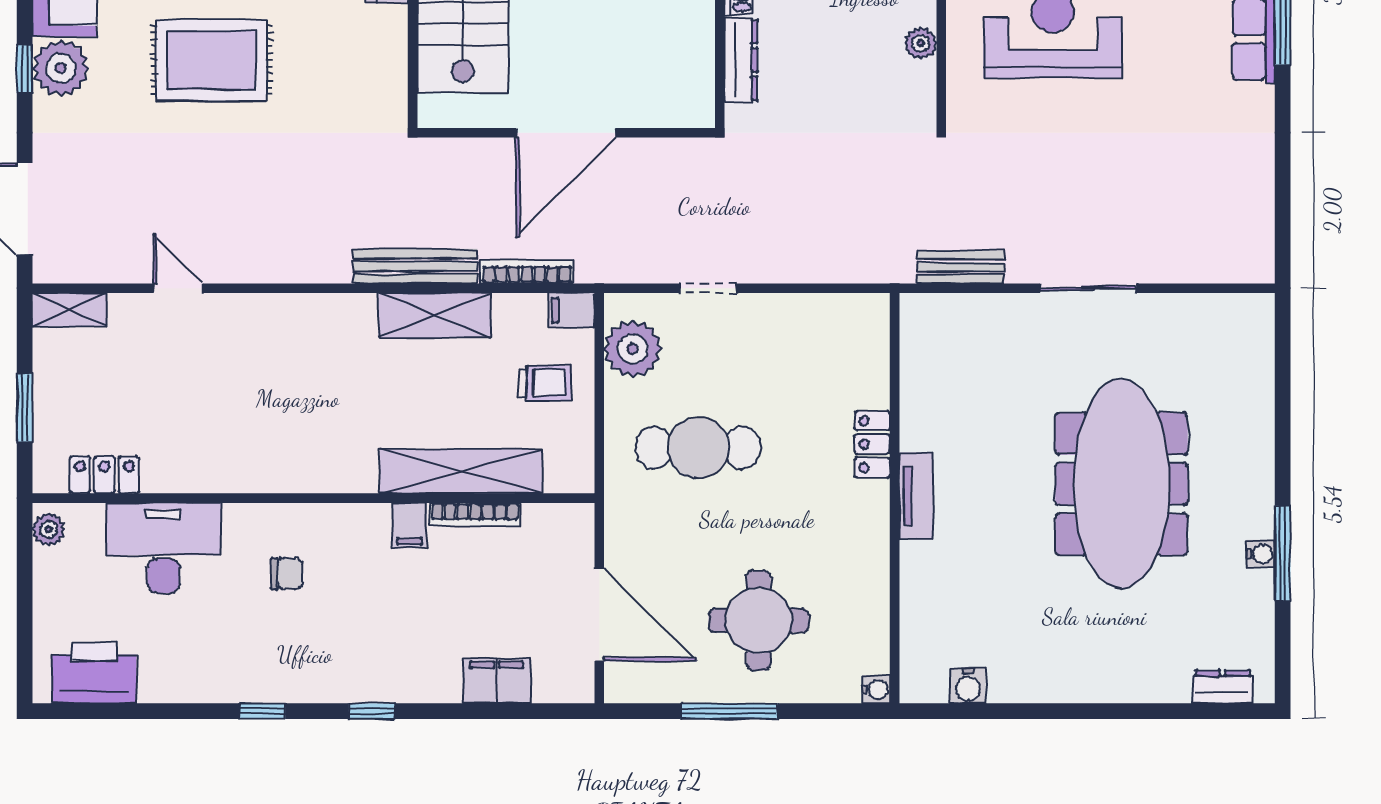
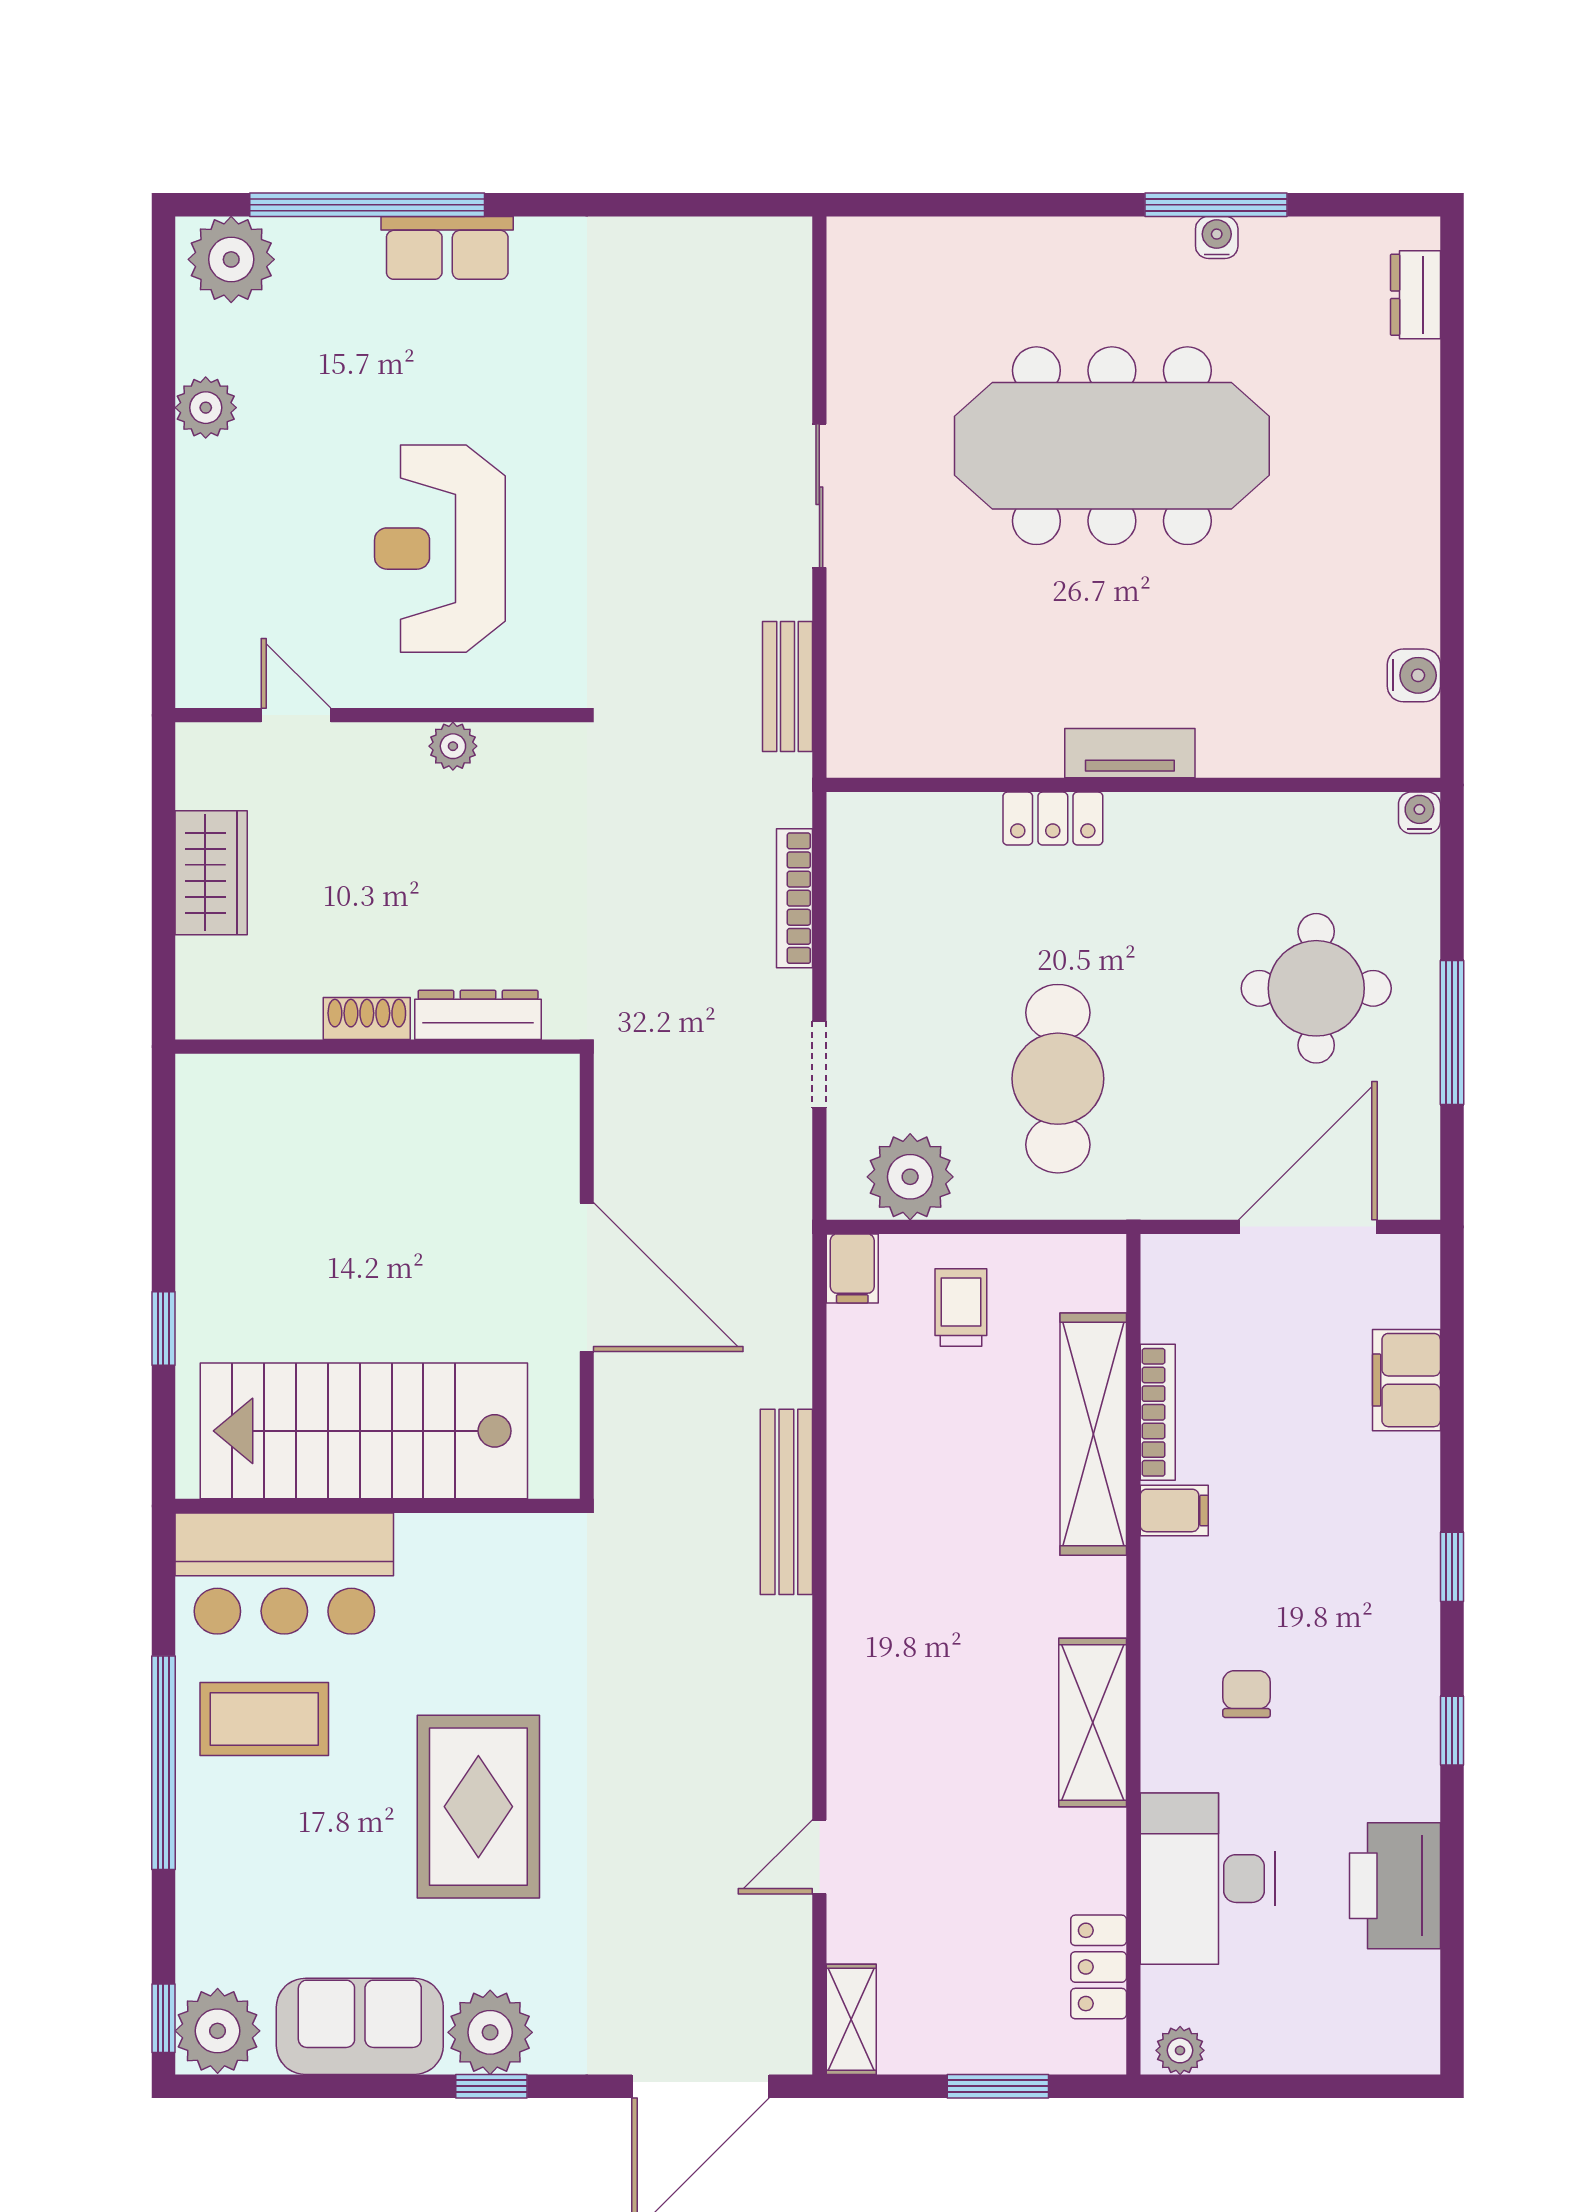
bookcase: (527, 272) -> (795, 898), moved
shelving: (435, 315) -> (1093, 1723), moved
printer: (94, 673) -> (1395, 1886), moved

